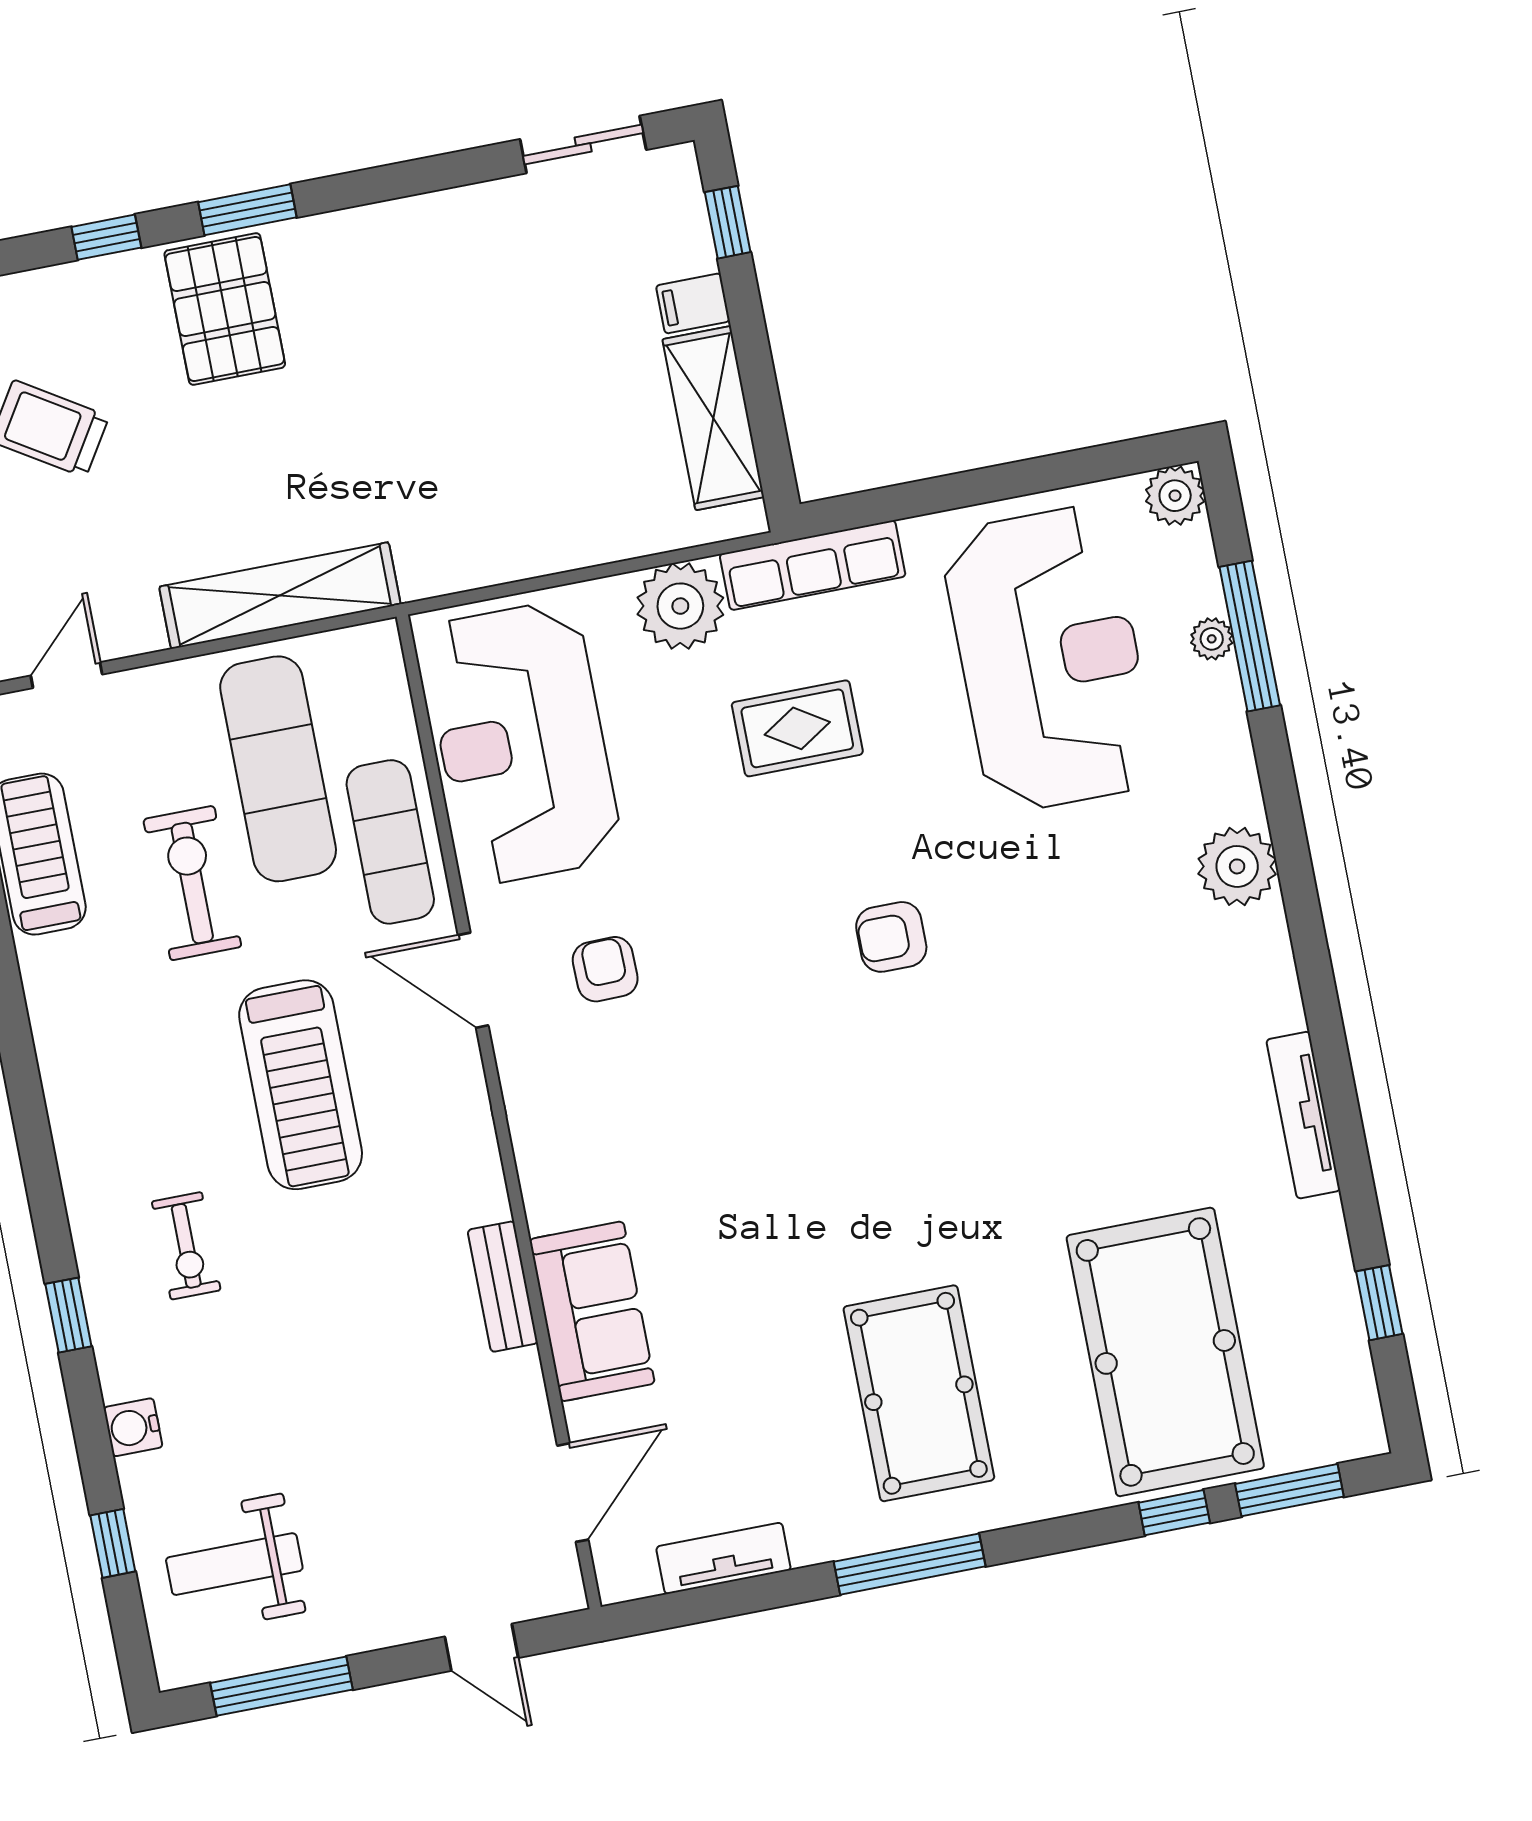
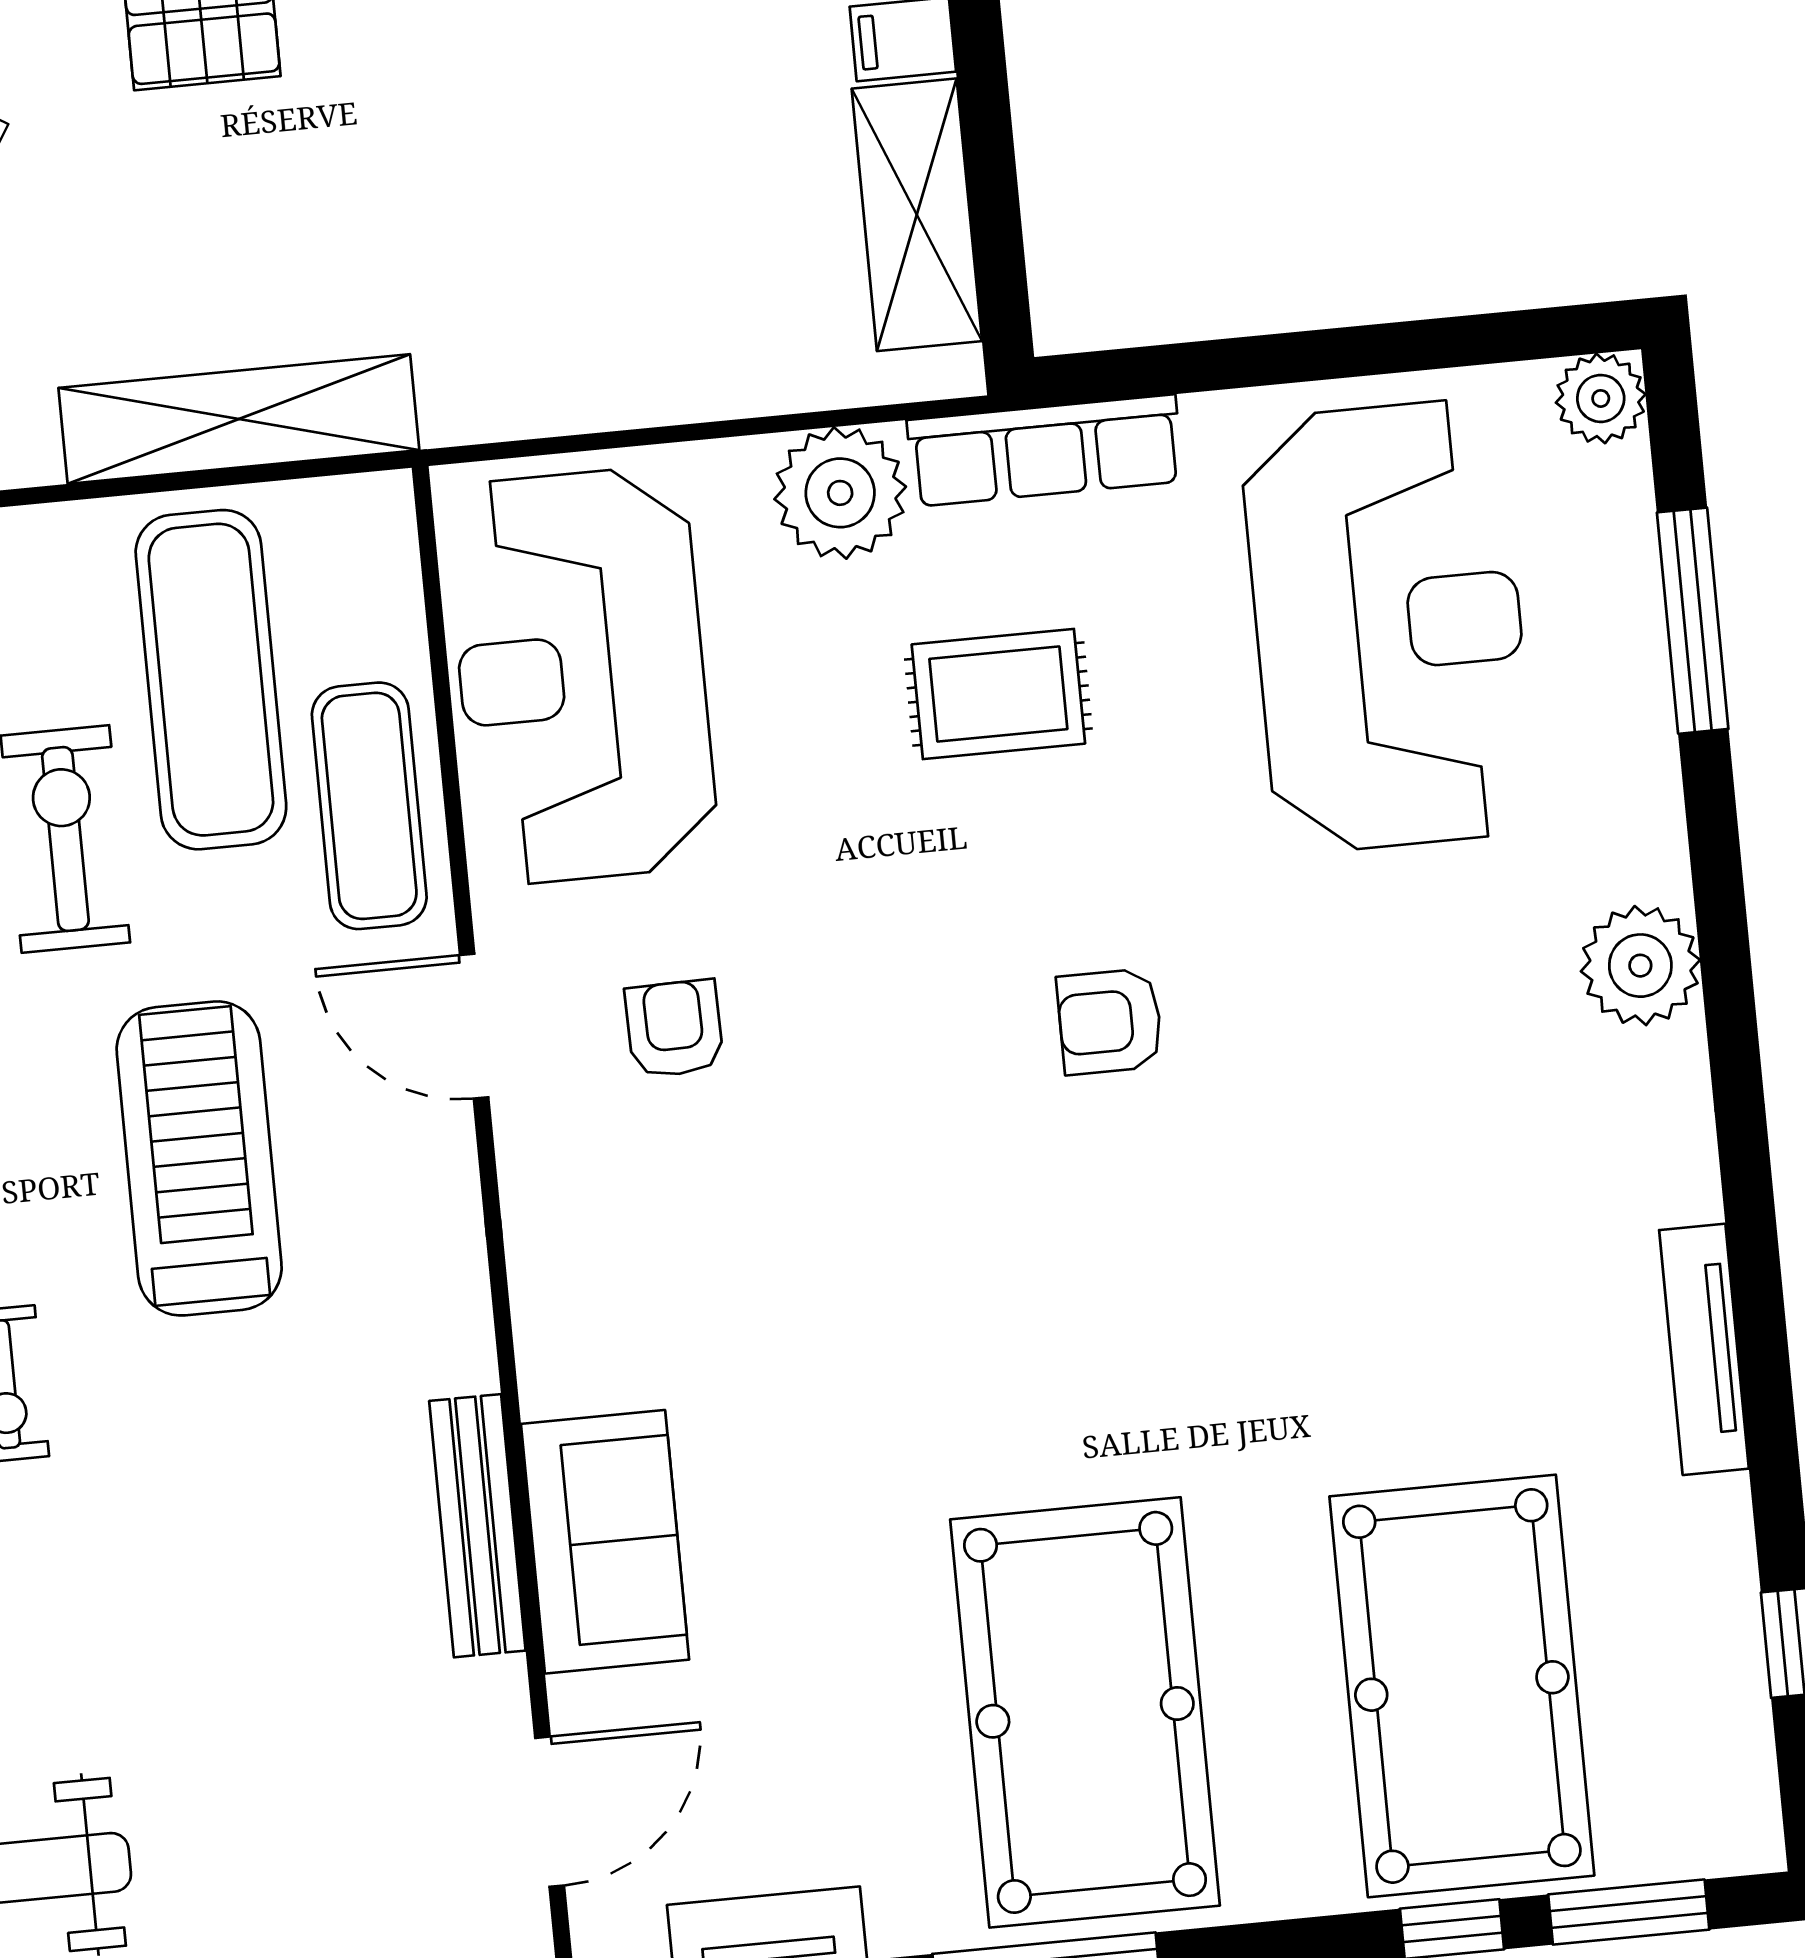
plant: (1212, 639) -> (1635, 619), removed
treadmill: (301, 1085) -> (199, 1158), turned 180
bench: (503, 1287) -> (477, 1526), width x1.36
pool table: (919, 1393) -> (1085, 1712), width x1.36, depth x1.32

